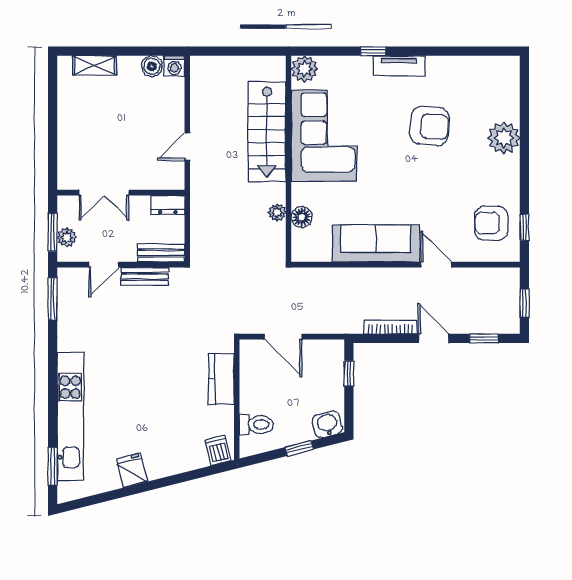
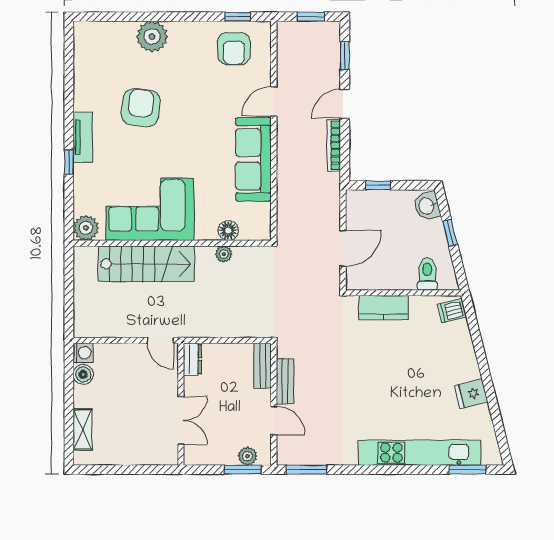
double door: (104, 193) -> (181, 420), moved
wall: (121, 193) -> (181, 404), moved
dresser: (168, 205) -> (193, 359), moved

